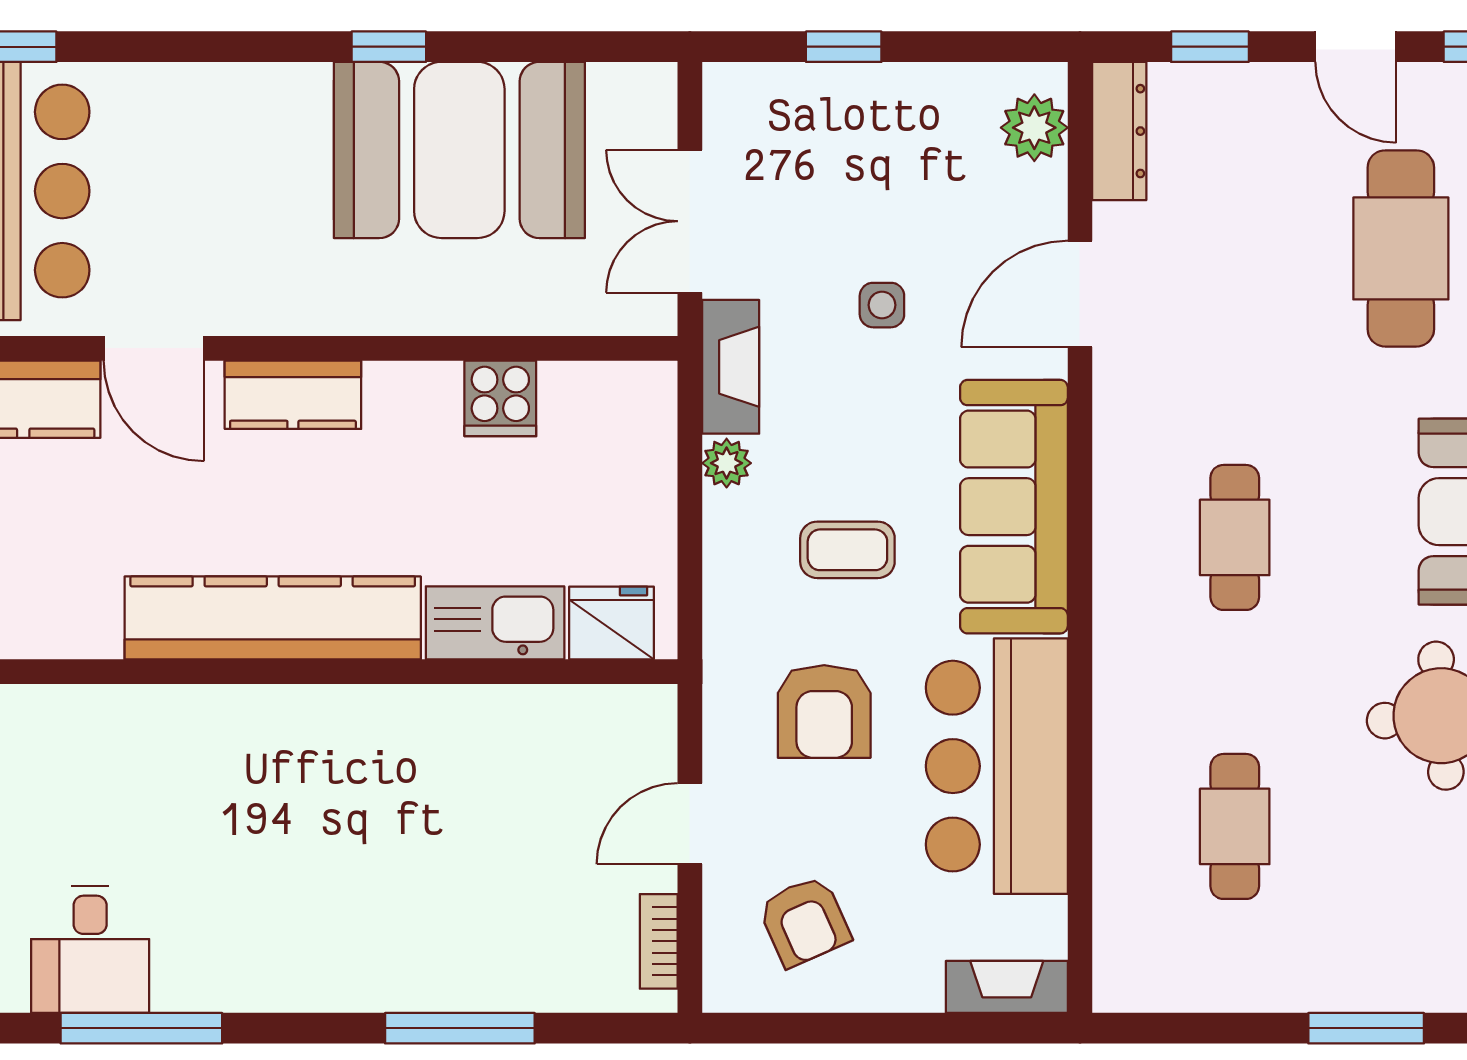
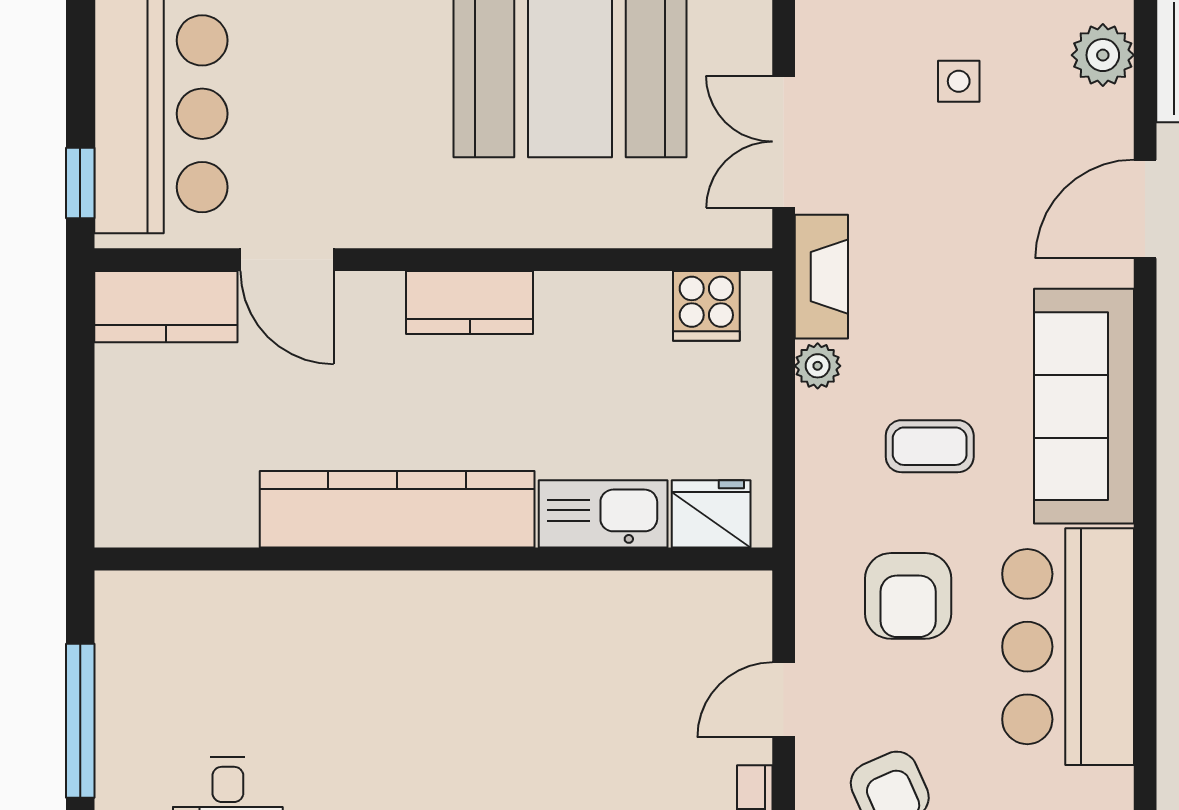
side table: (882, 305) -> (959, 81), moved
kitchen counter: (293, 395) -> (470, 303), moved
cooker: (500, 398) -> (706, 306), moved

